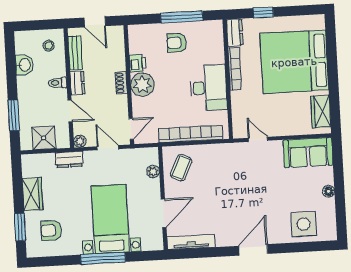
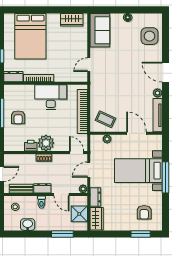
bed: (294, 62) -> (30, 36), width x0.73
door: (70, 111) -> (61, 194), swing flipped
wardrobe: (32, 194) -> (97, 219), moved, turned 90
plant: (223, 240) -> (157, 93), added

